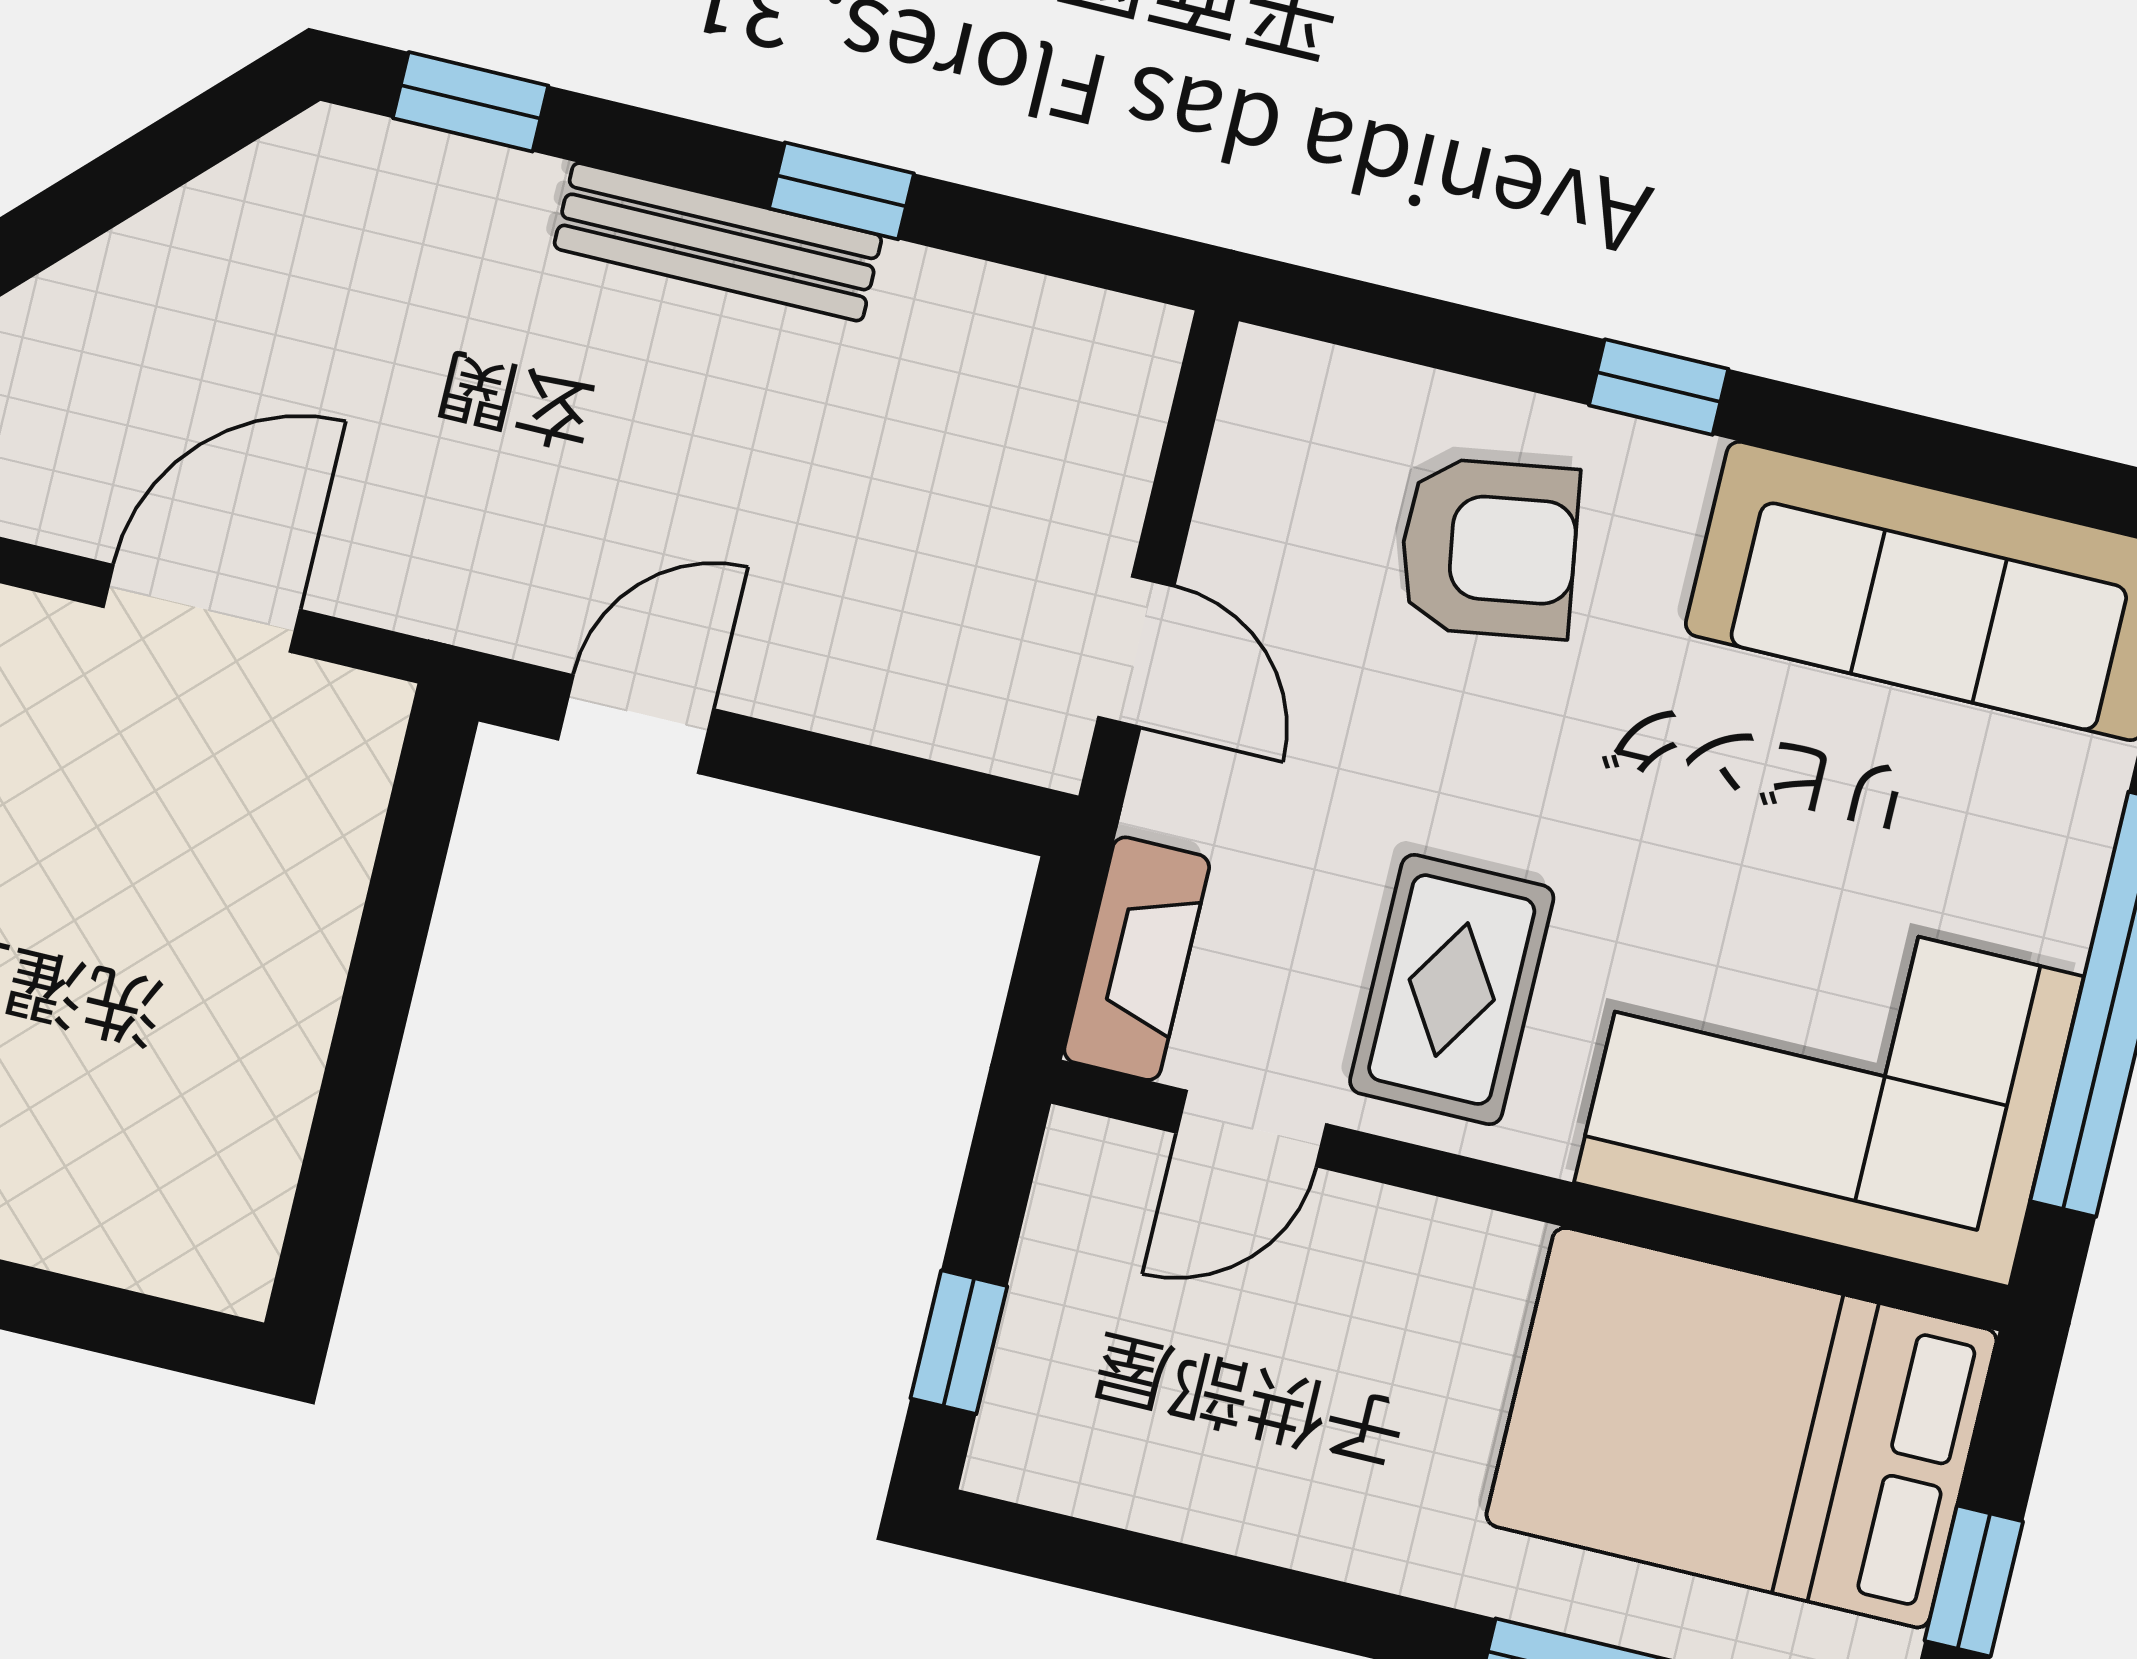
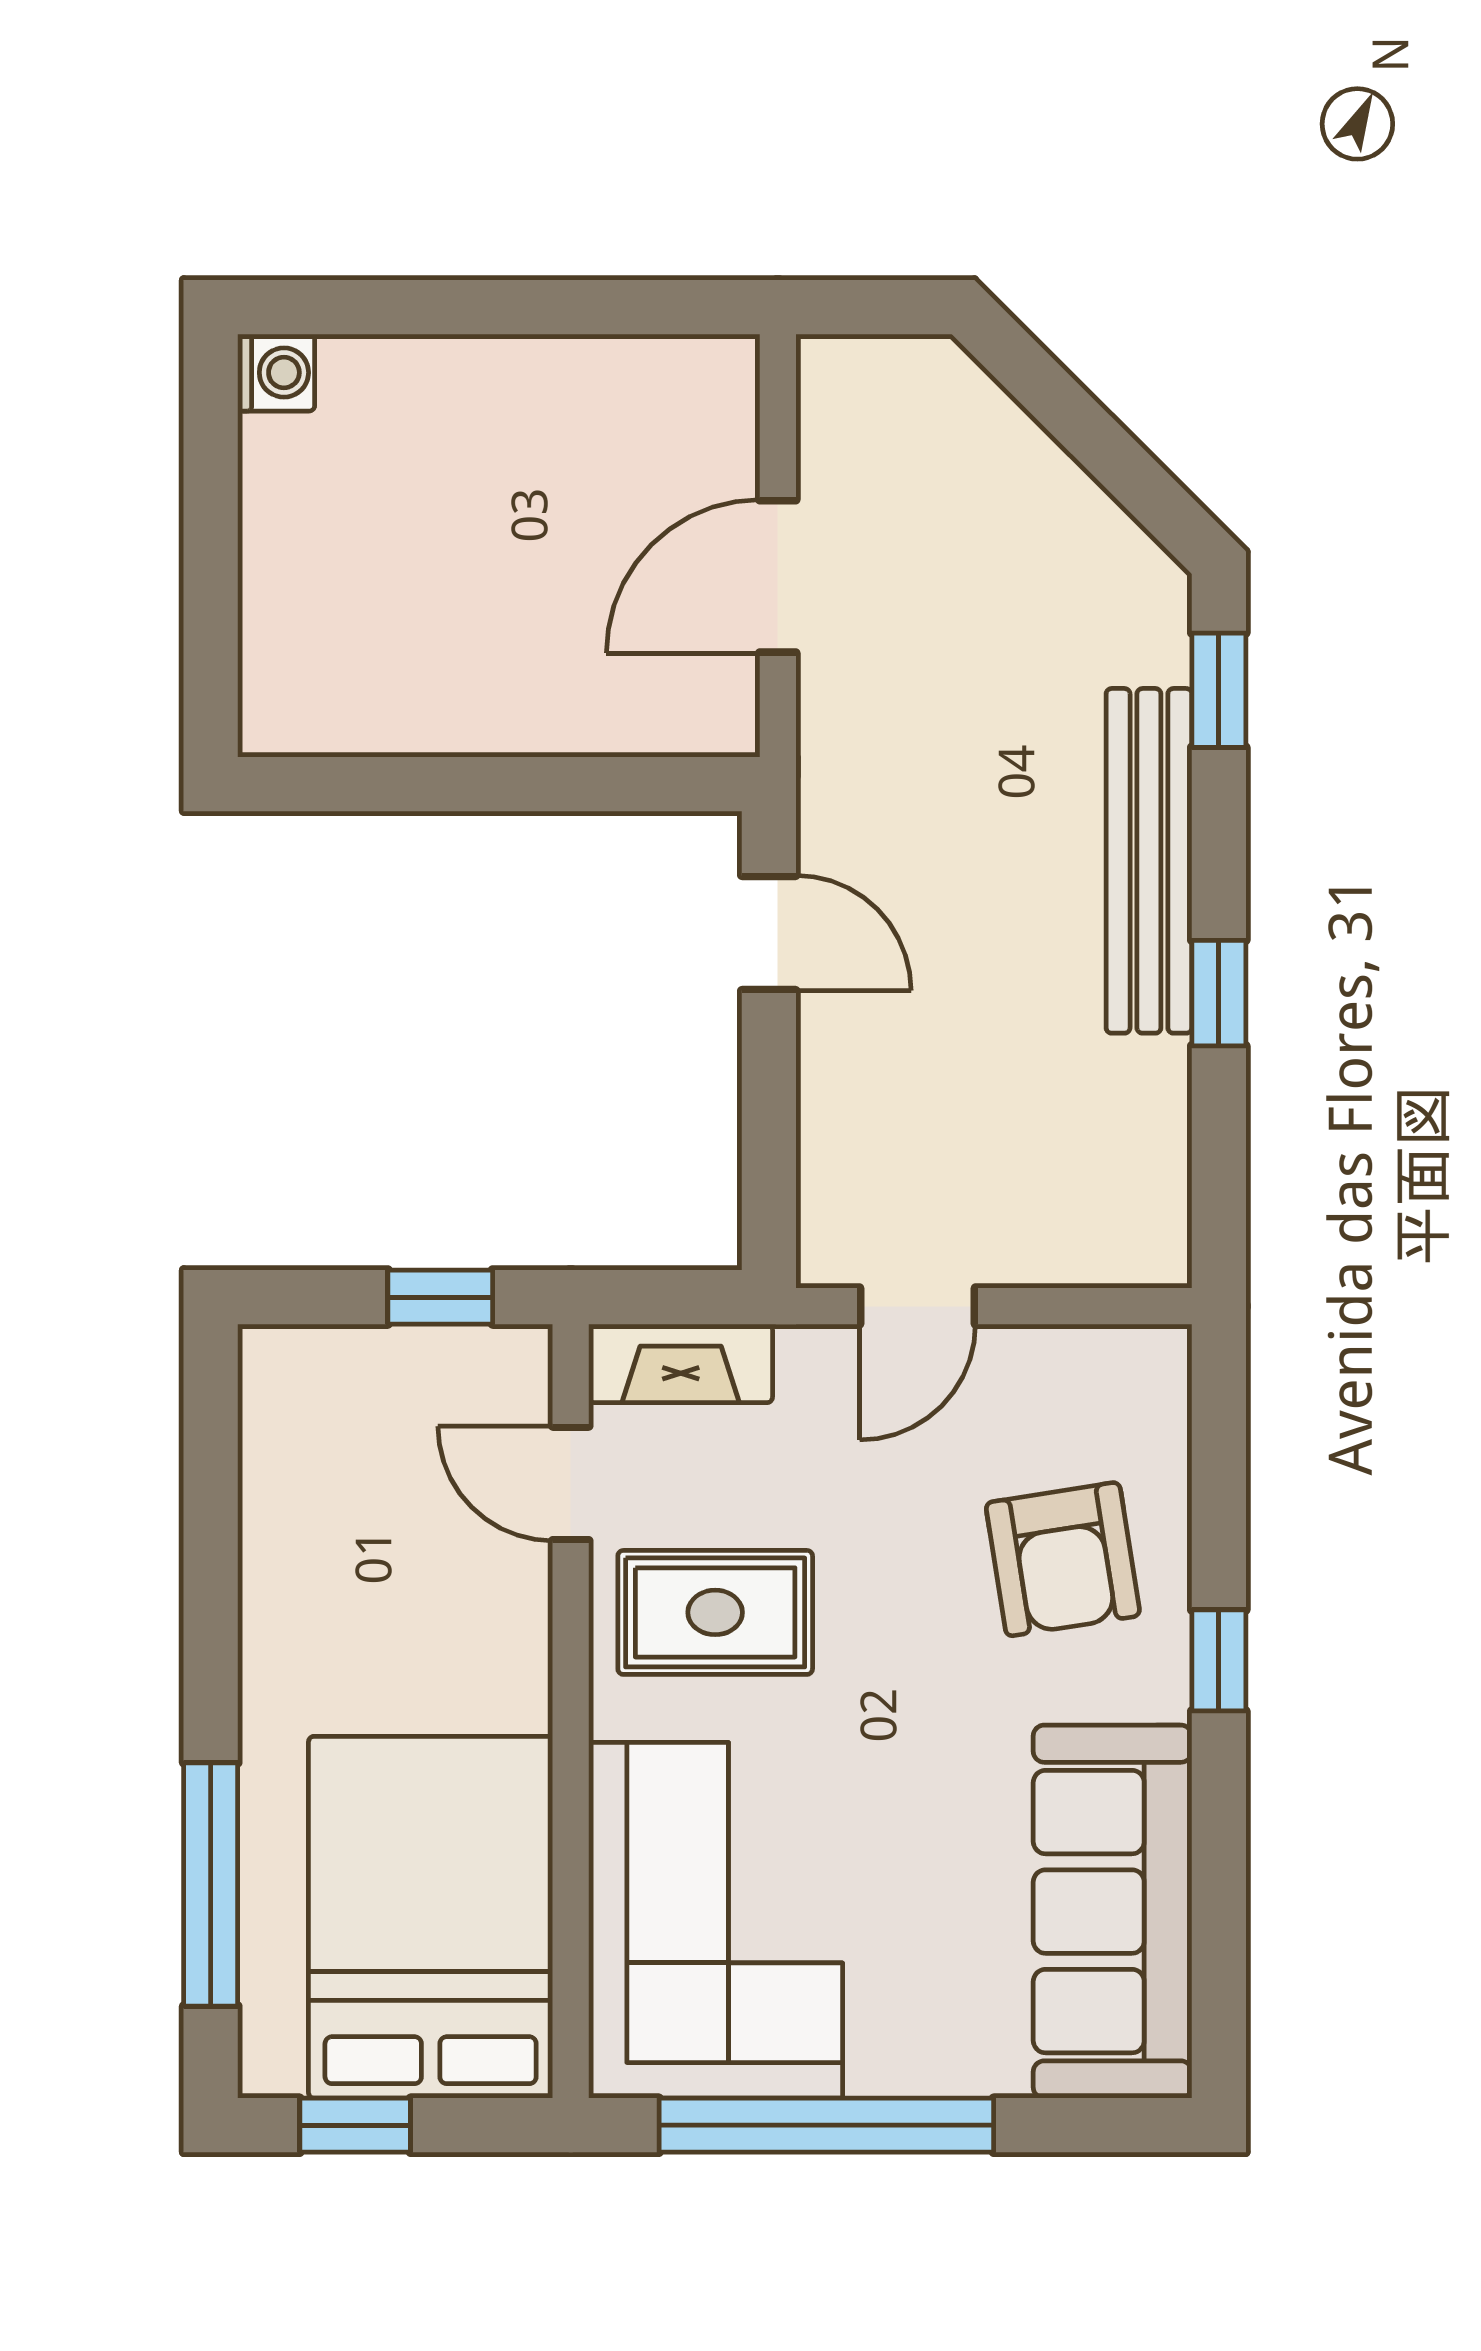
bench: (718, 242) -> (1149, 861), width x1.37, depth x1.21
door: (202, 608) -> (778, 576), swing flipped
window: (959, 1342) -> (440, 1297), moved

